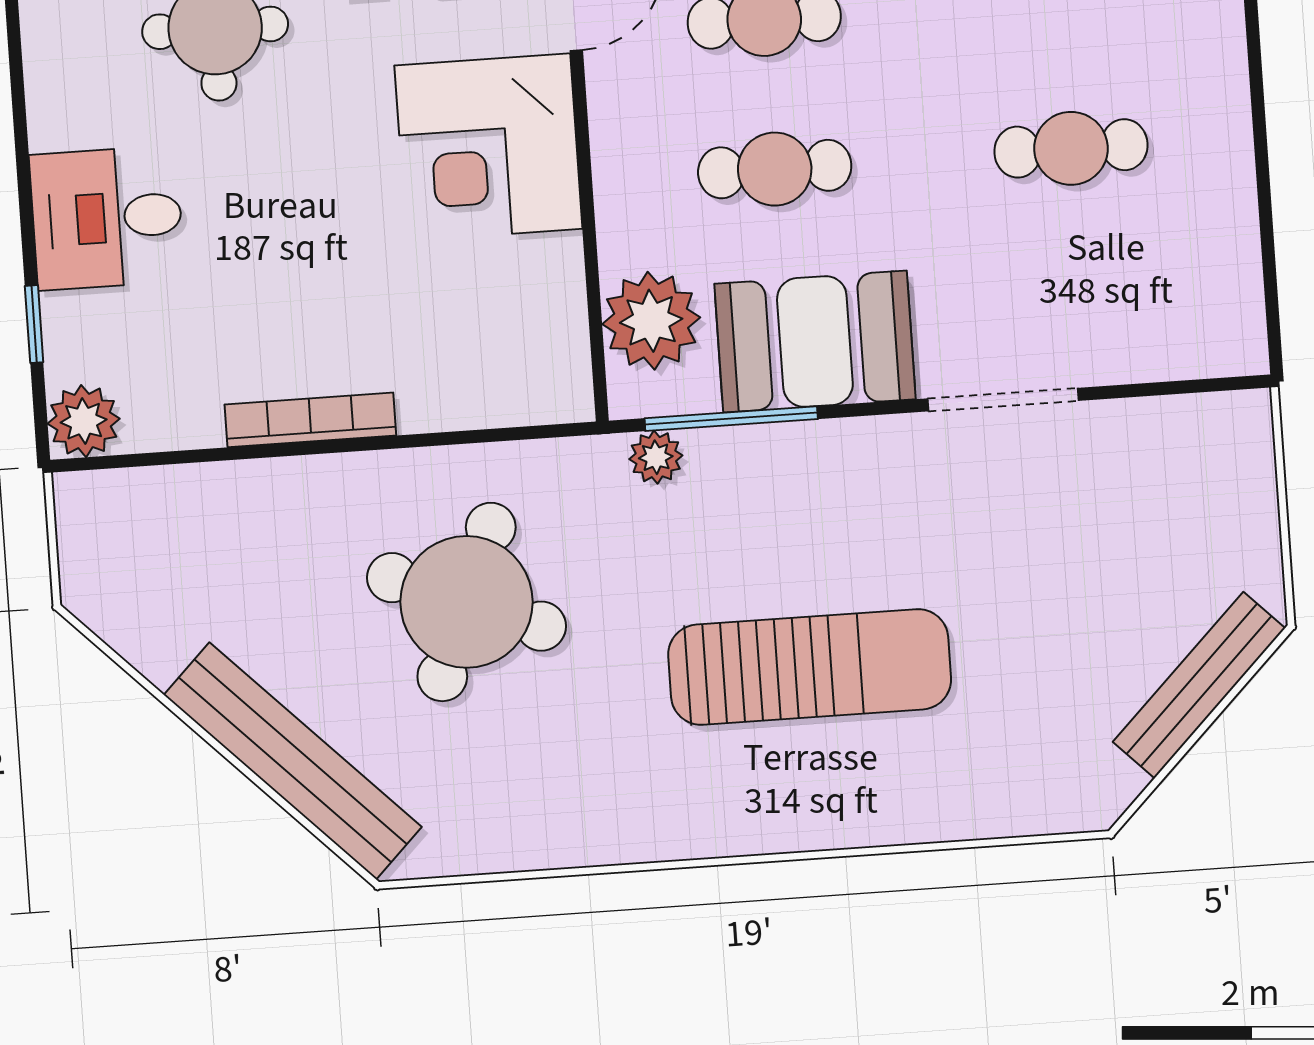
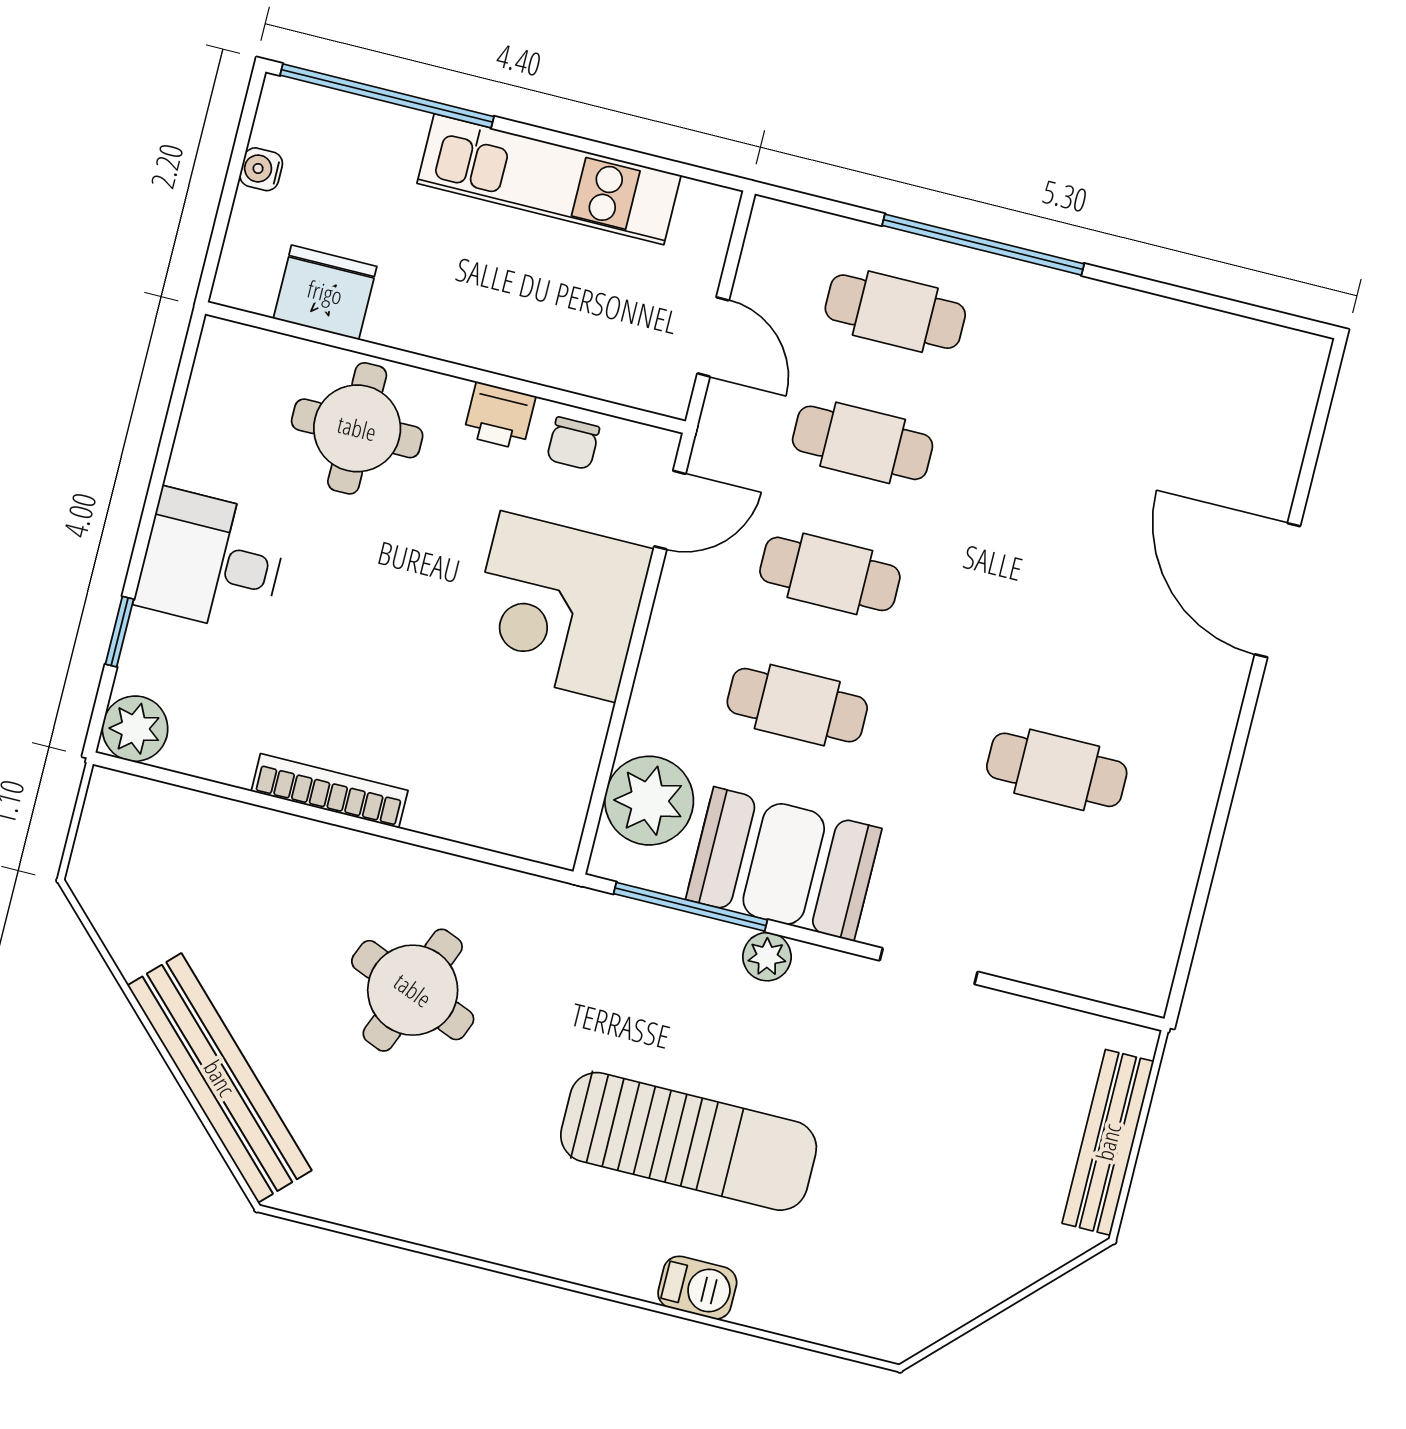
doorway: (1003, 400) -> (929, 966), width x0.73
plant: (656, 457) -> (767, 957), moved
round table: (467, 602) -> (413, 990), width x0.73, depth x0.73
bench: (1199, 685) -> (1108, 1142), moved, turned -45
barbecue: (869, 818) -> (697, 1288), added

